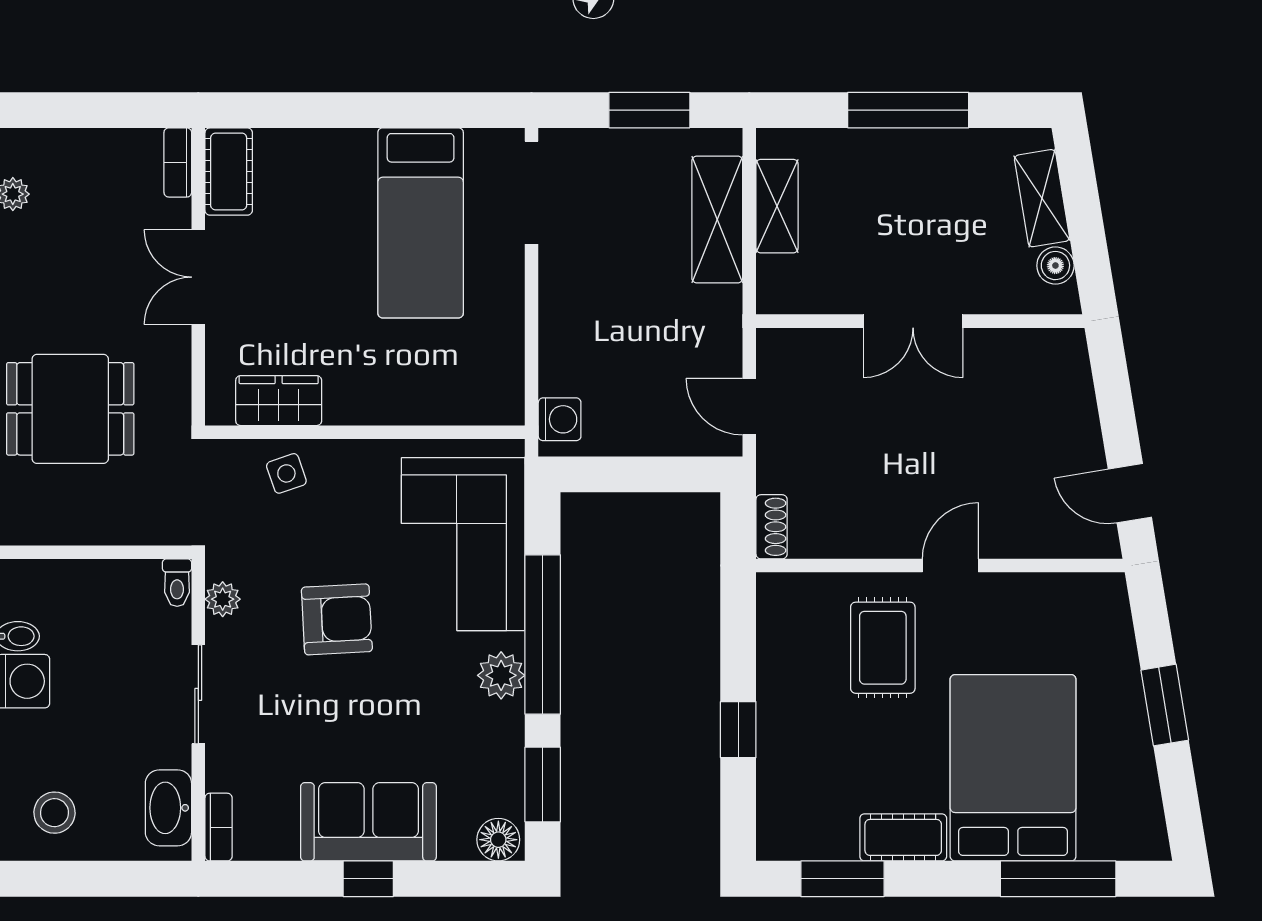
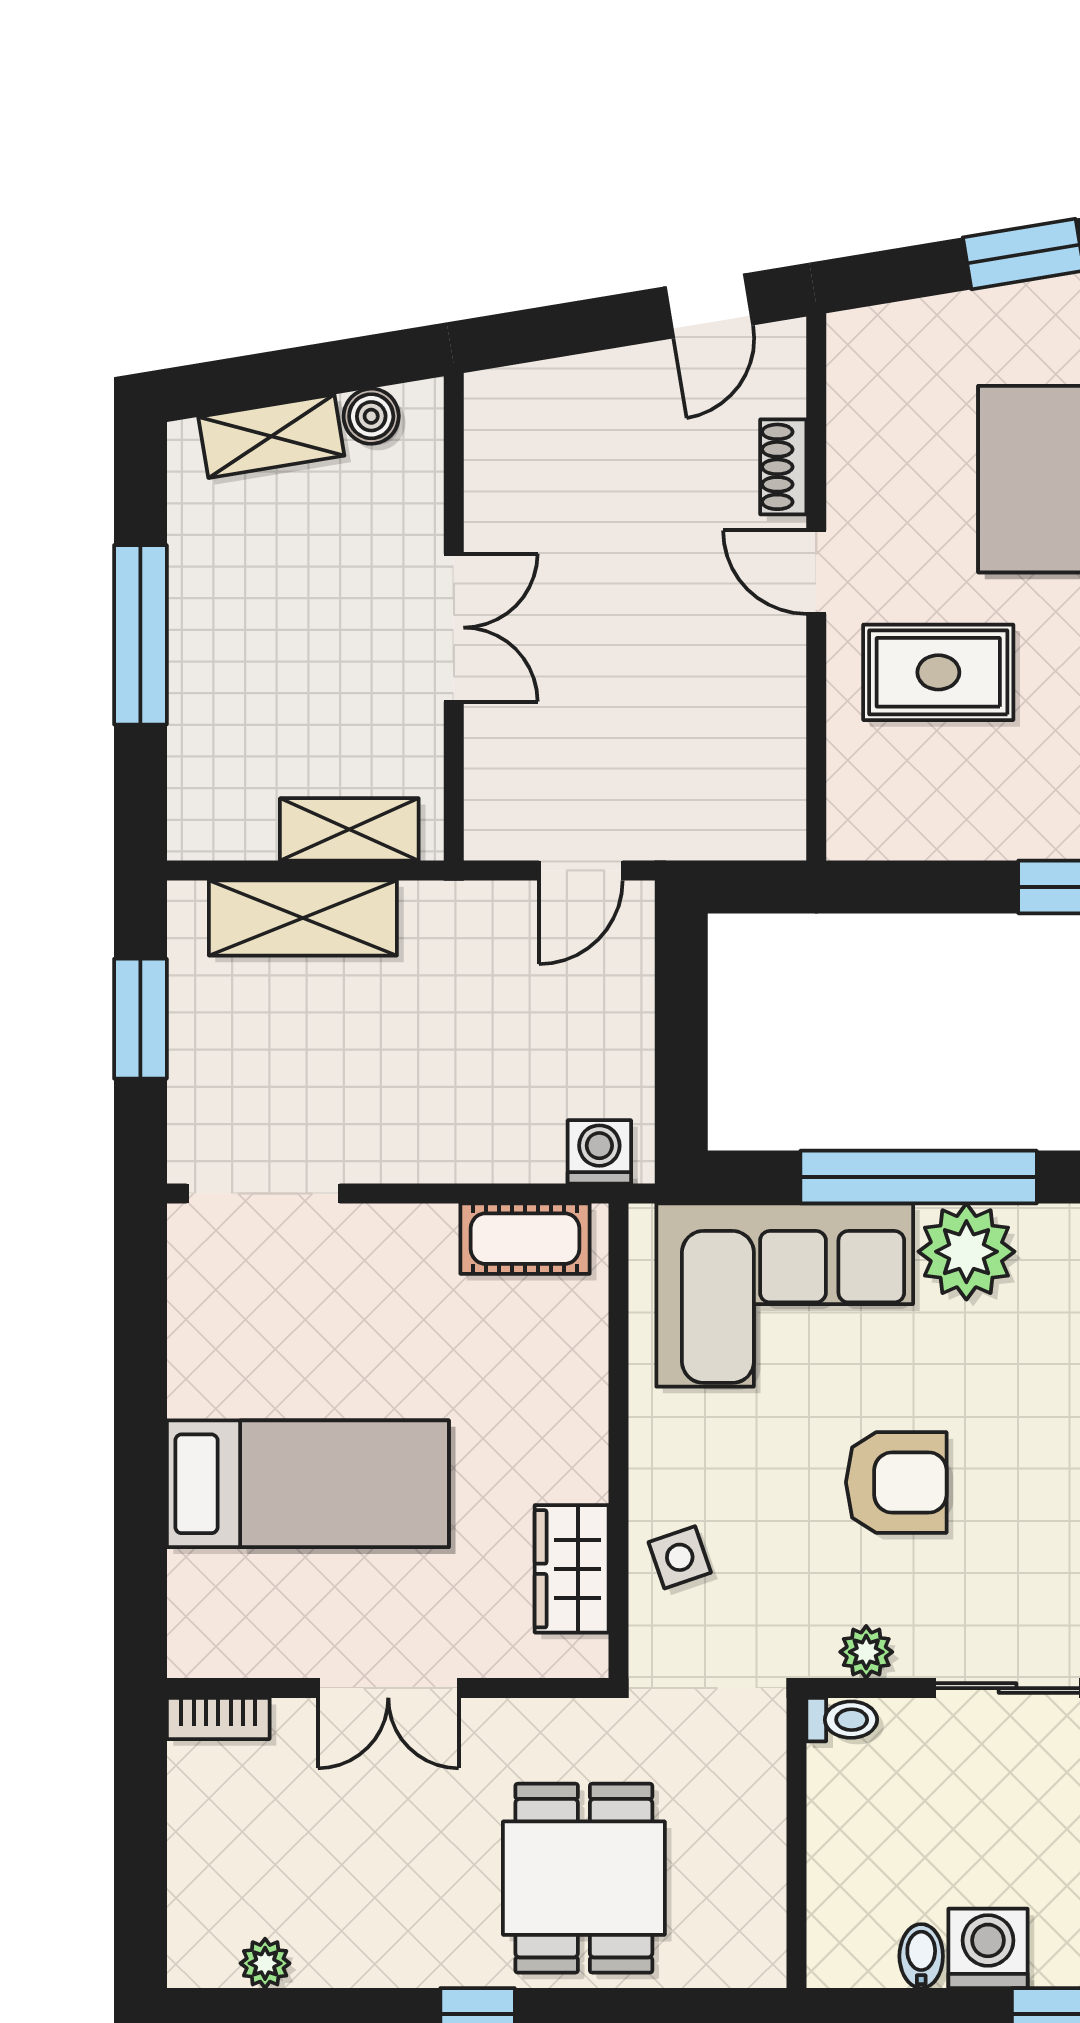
cot: (229, 172) -> (525, 1239), moved
shelving: (777, 206) -> (349, 829), moved
bed: (421, 223) -> (308, 1484), moved
shoe rack: (772, 527) -> (783, 467), moved, turned -90
armchair: (337, 619) -> (896, 1482), turned 93
plant: (501, 675) -> (966, 1252), width x1.36, depth x1.36

